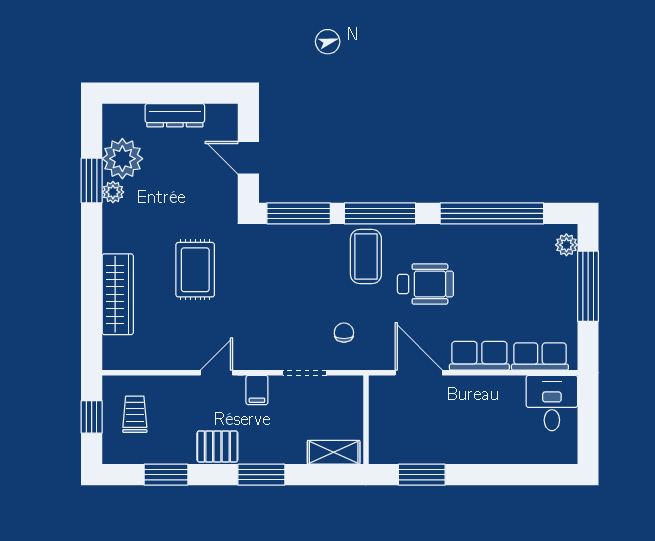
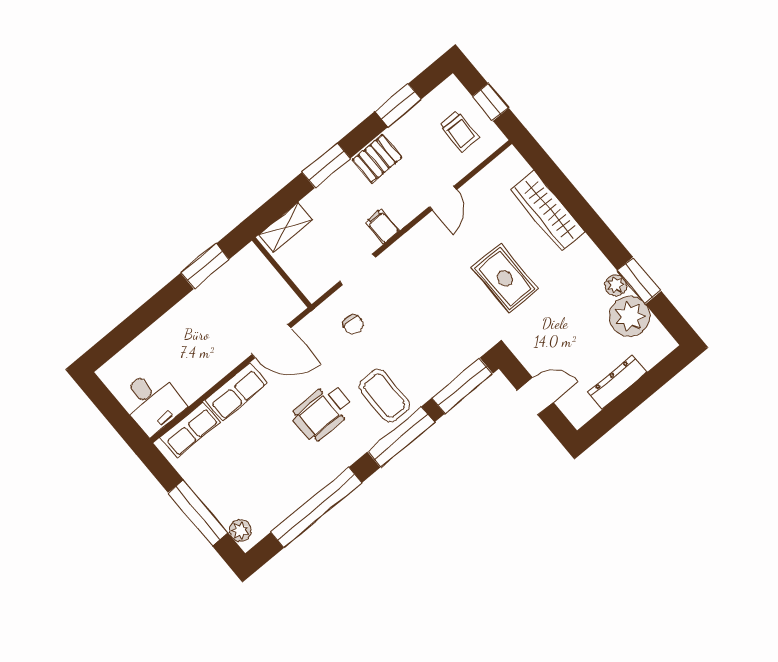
door: (217, 373) -> (443, 198), moved

